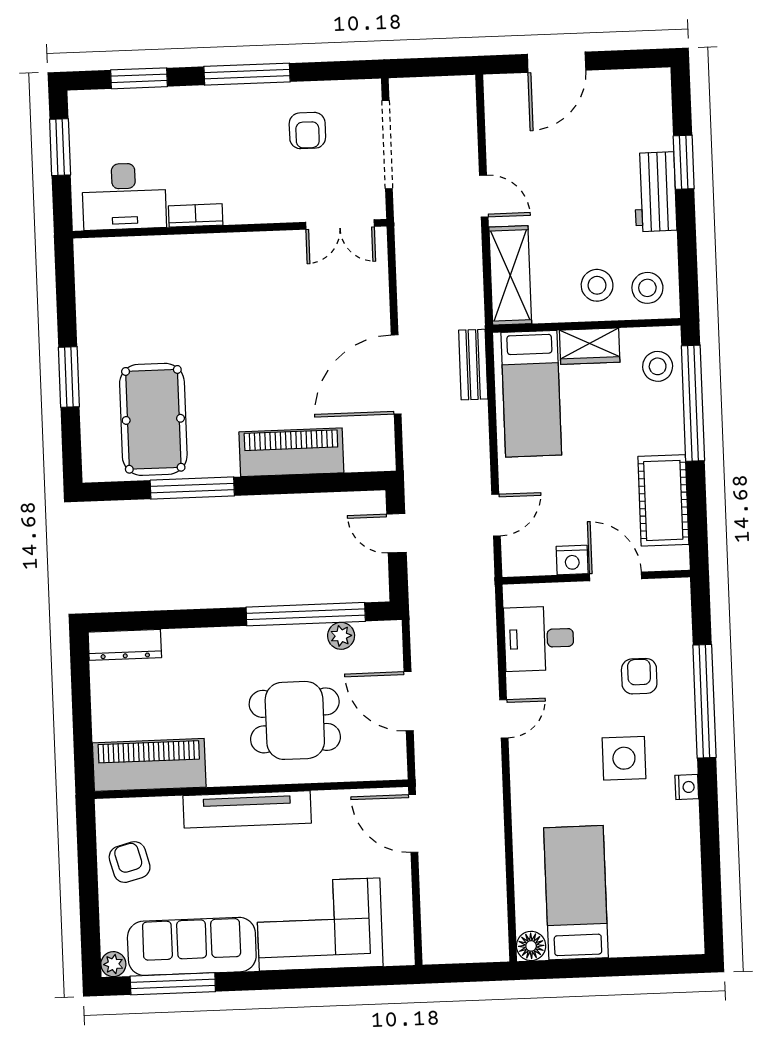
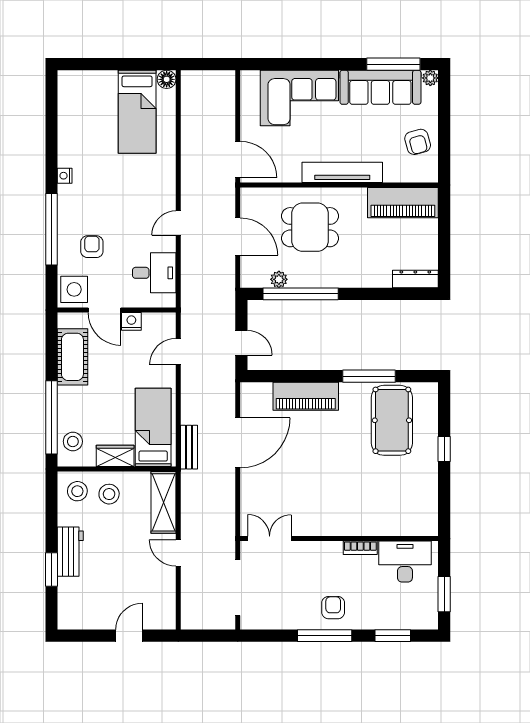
door: (557, 62) -> (129, 636), width x0.73
armchair: (307, 131) -> (333, 608), moved
window: (69, 377) -> (444, 449), width x0.67
armchair: (639, 676) -> (92, 247), turned 180
side table: (624, 758) -> (74, 289), moved

